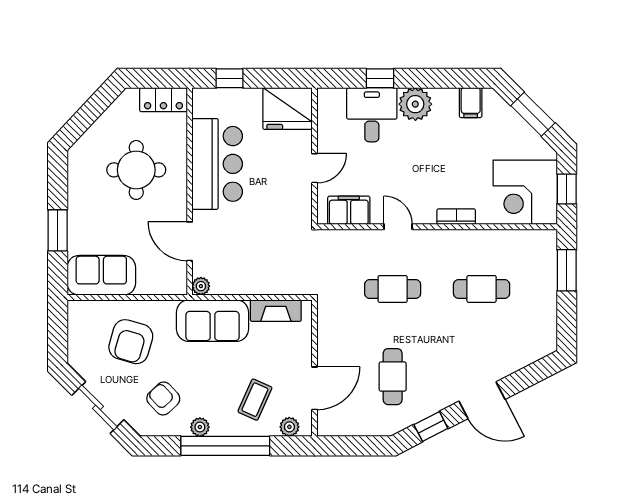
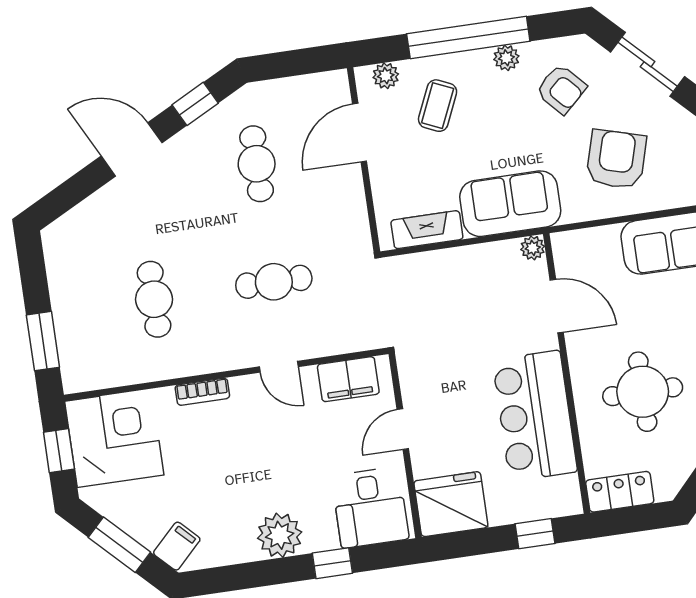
filing cabinet: (471, 103) -> (177, 546), moved, turned 45
desk: (372, 115) -> (370, 507), moved
cafe table: (482, 289) -> (154, 299), turned 90

